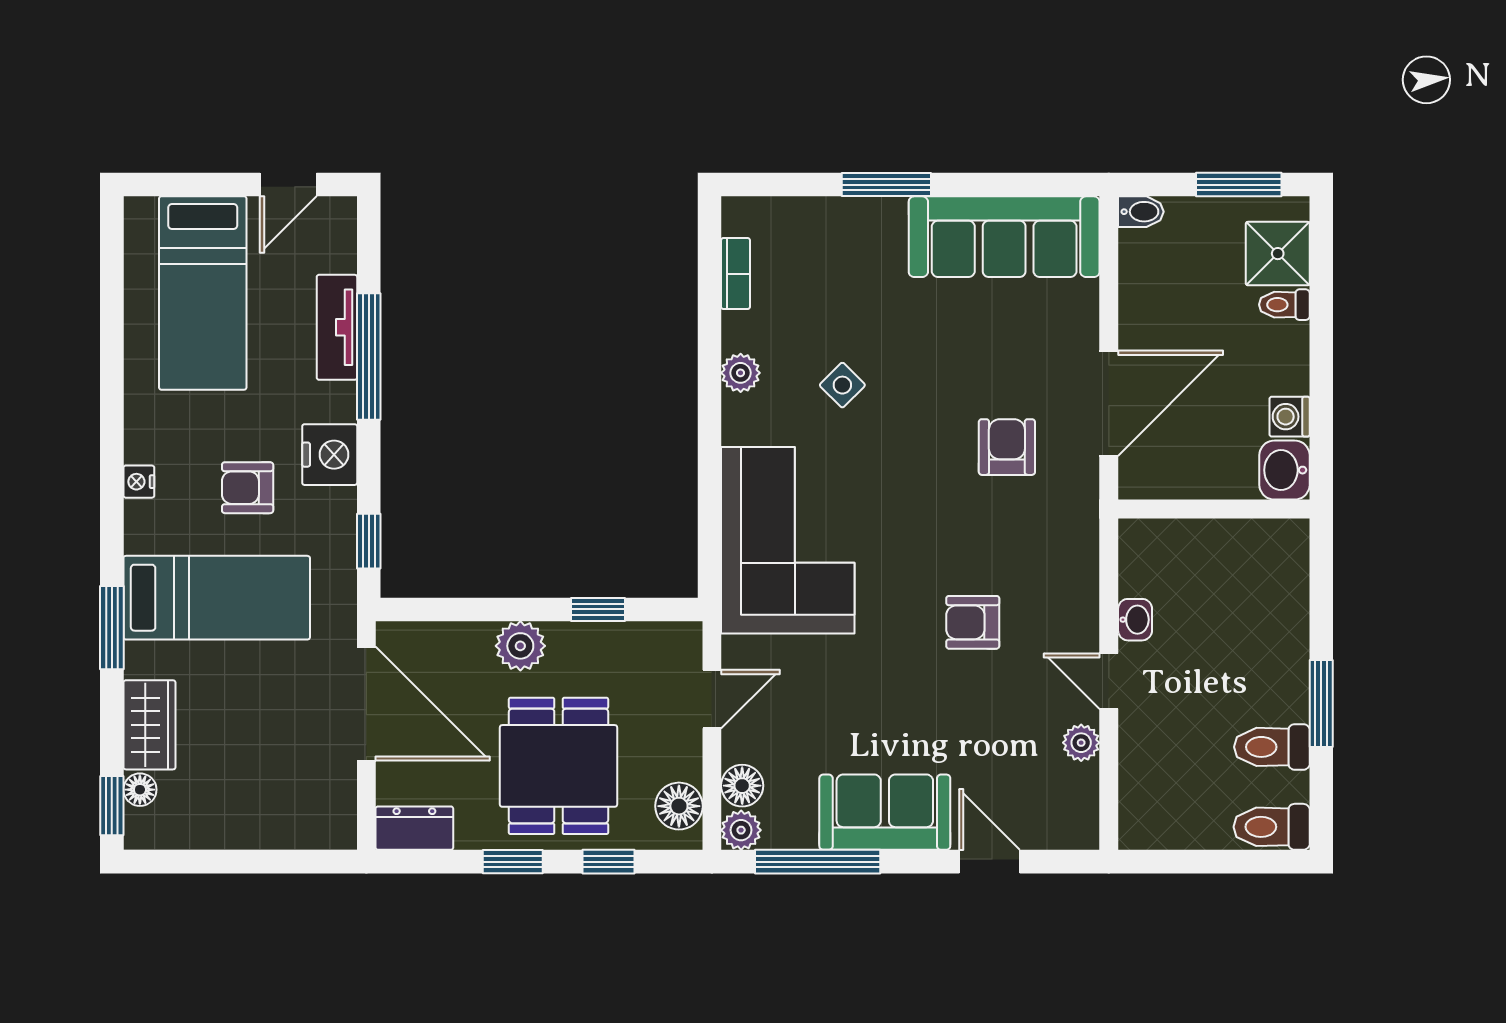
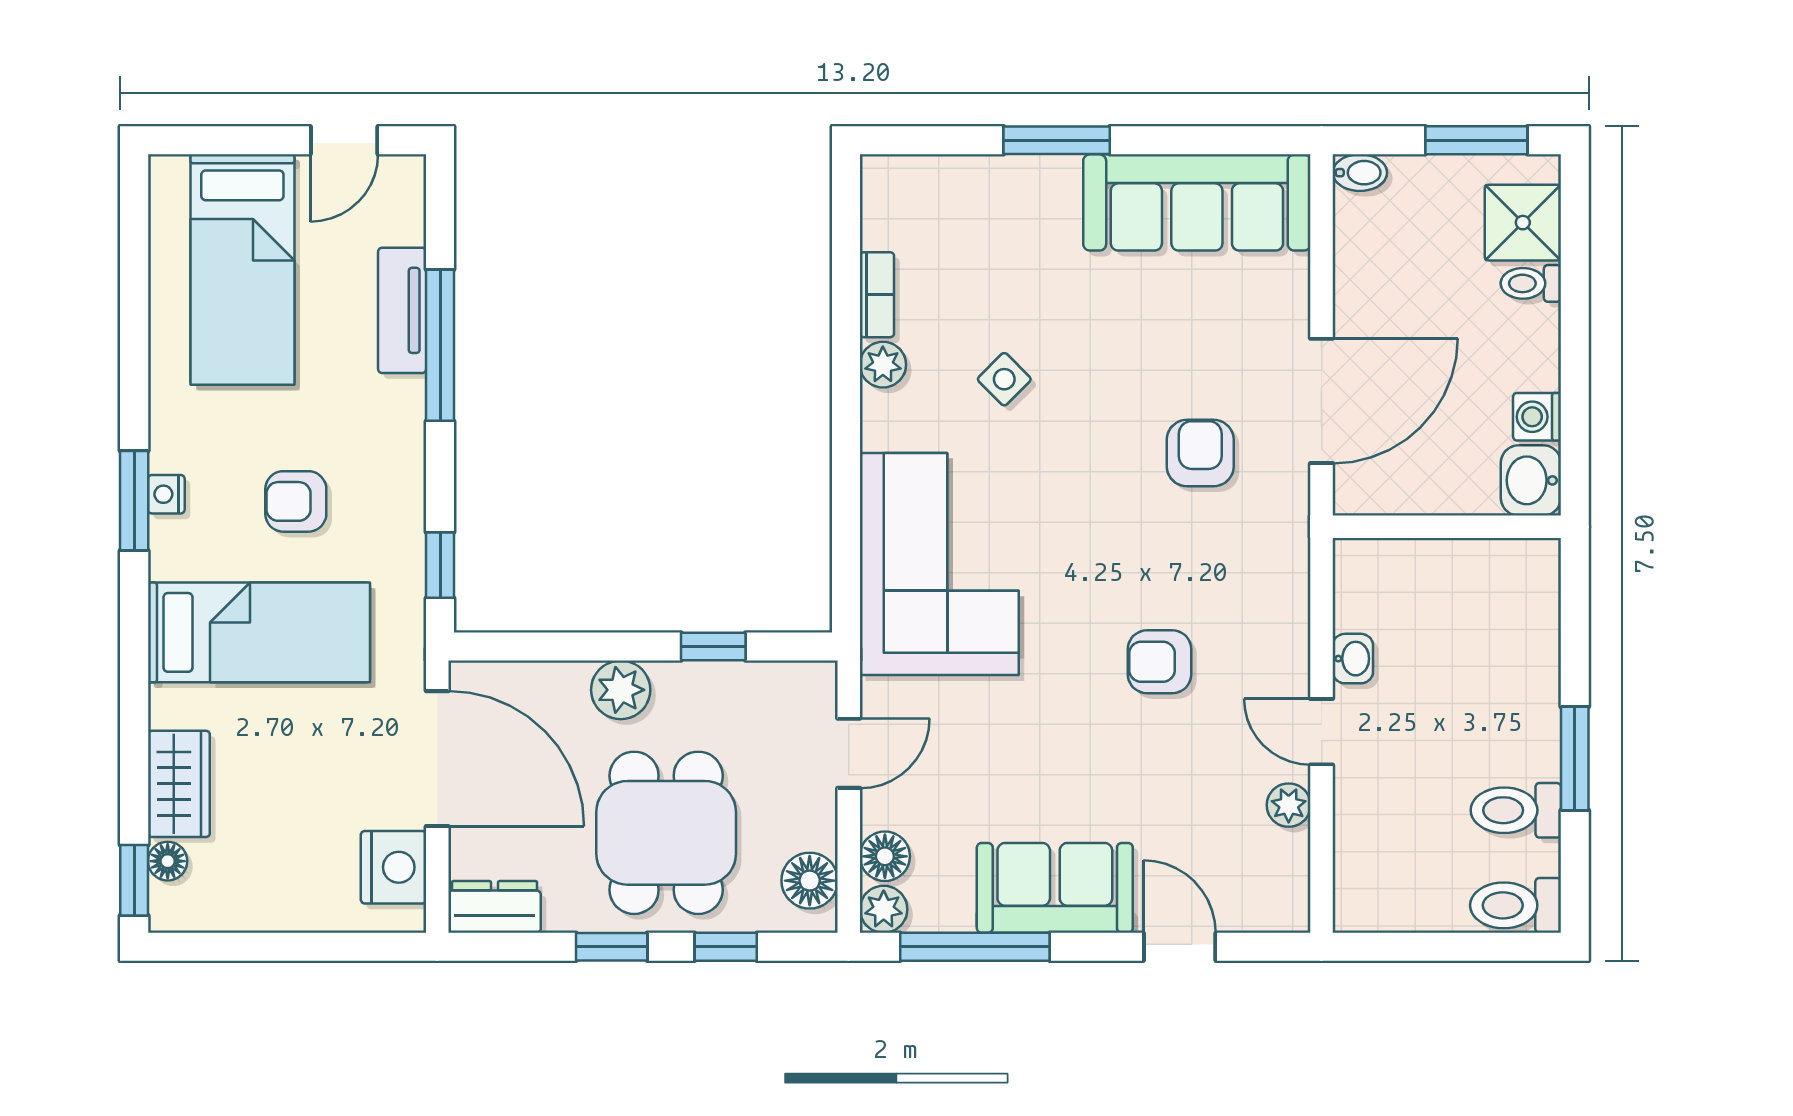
bookcase: (736, 274) -> (877, 295), moved
nightstand: (330, 455) -> (394, 867), moved
window: (112, 628) -> (134, 501), moved

